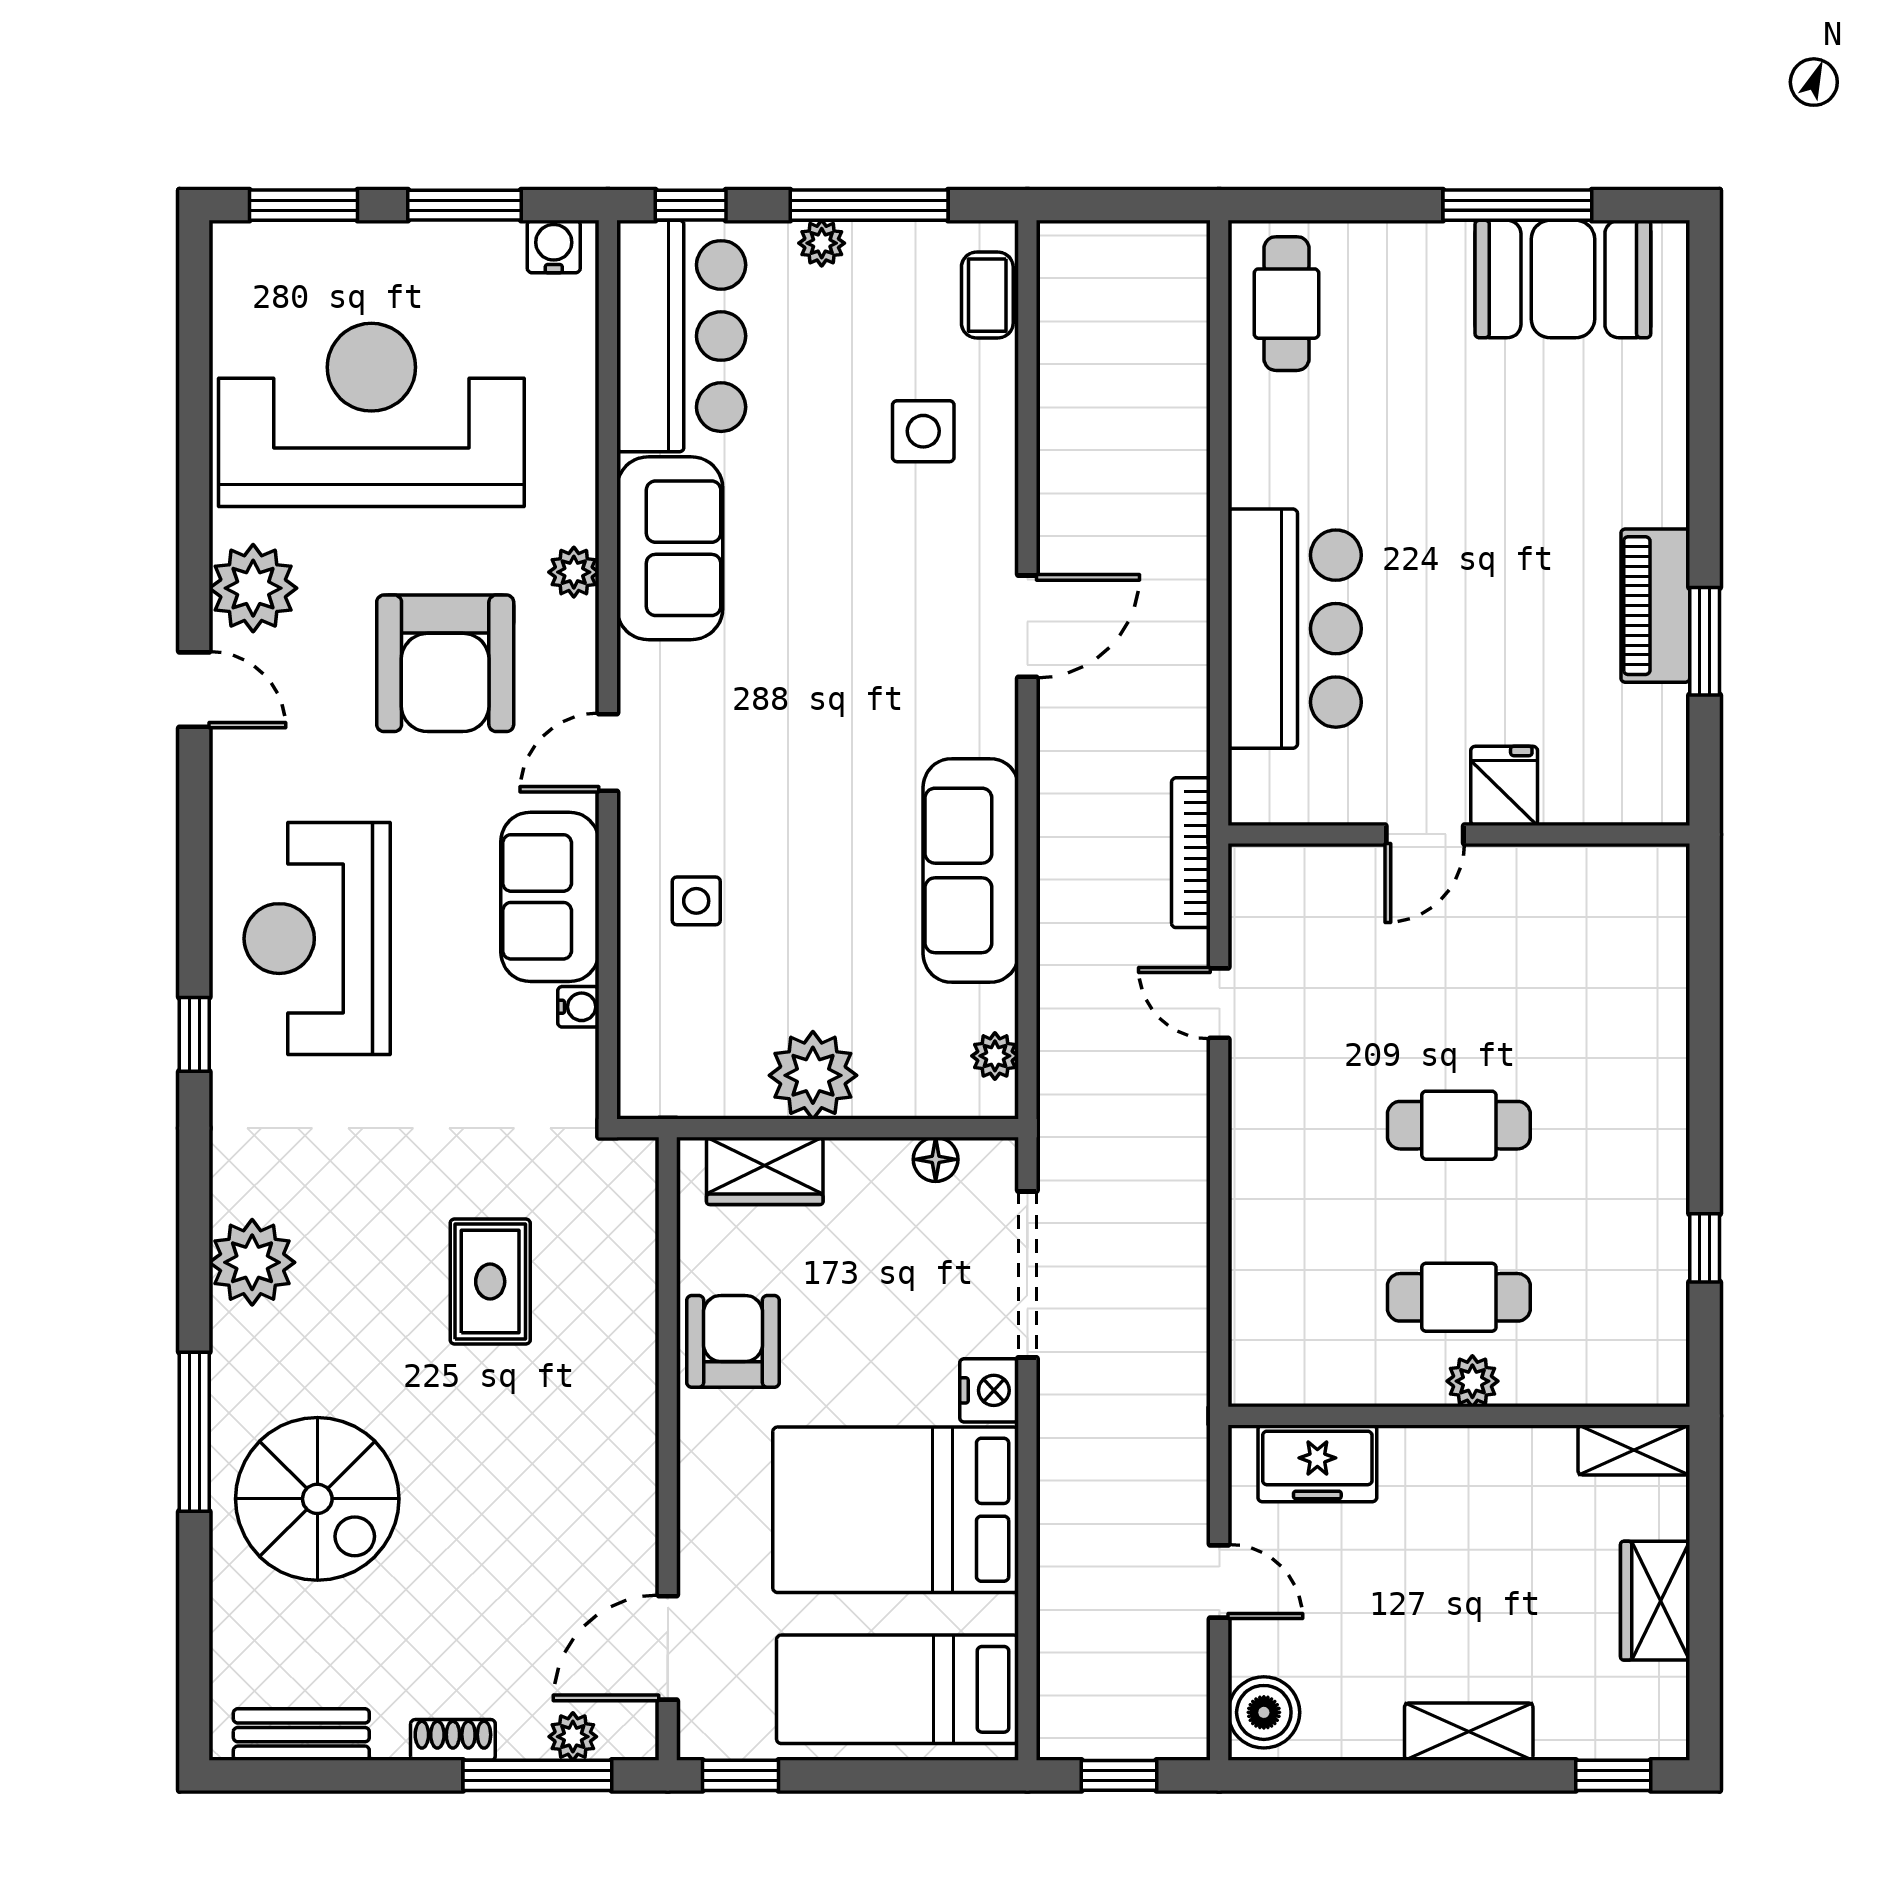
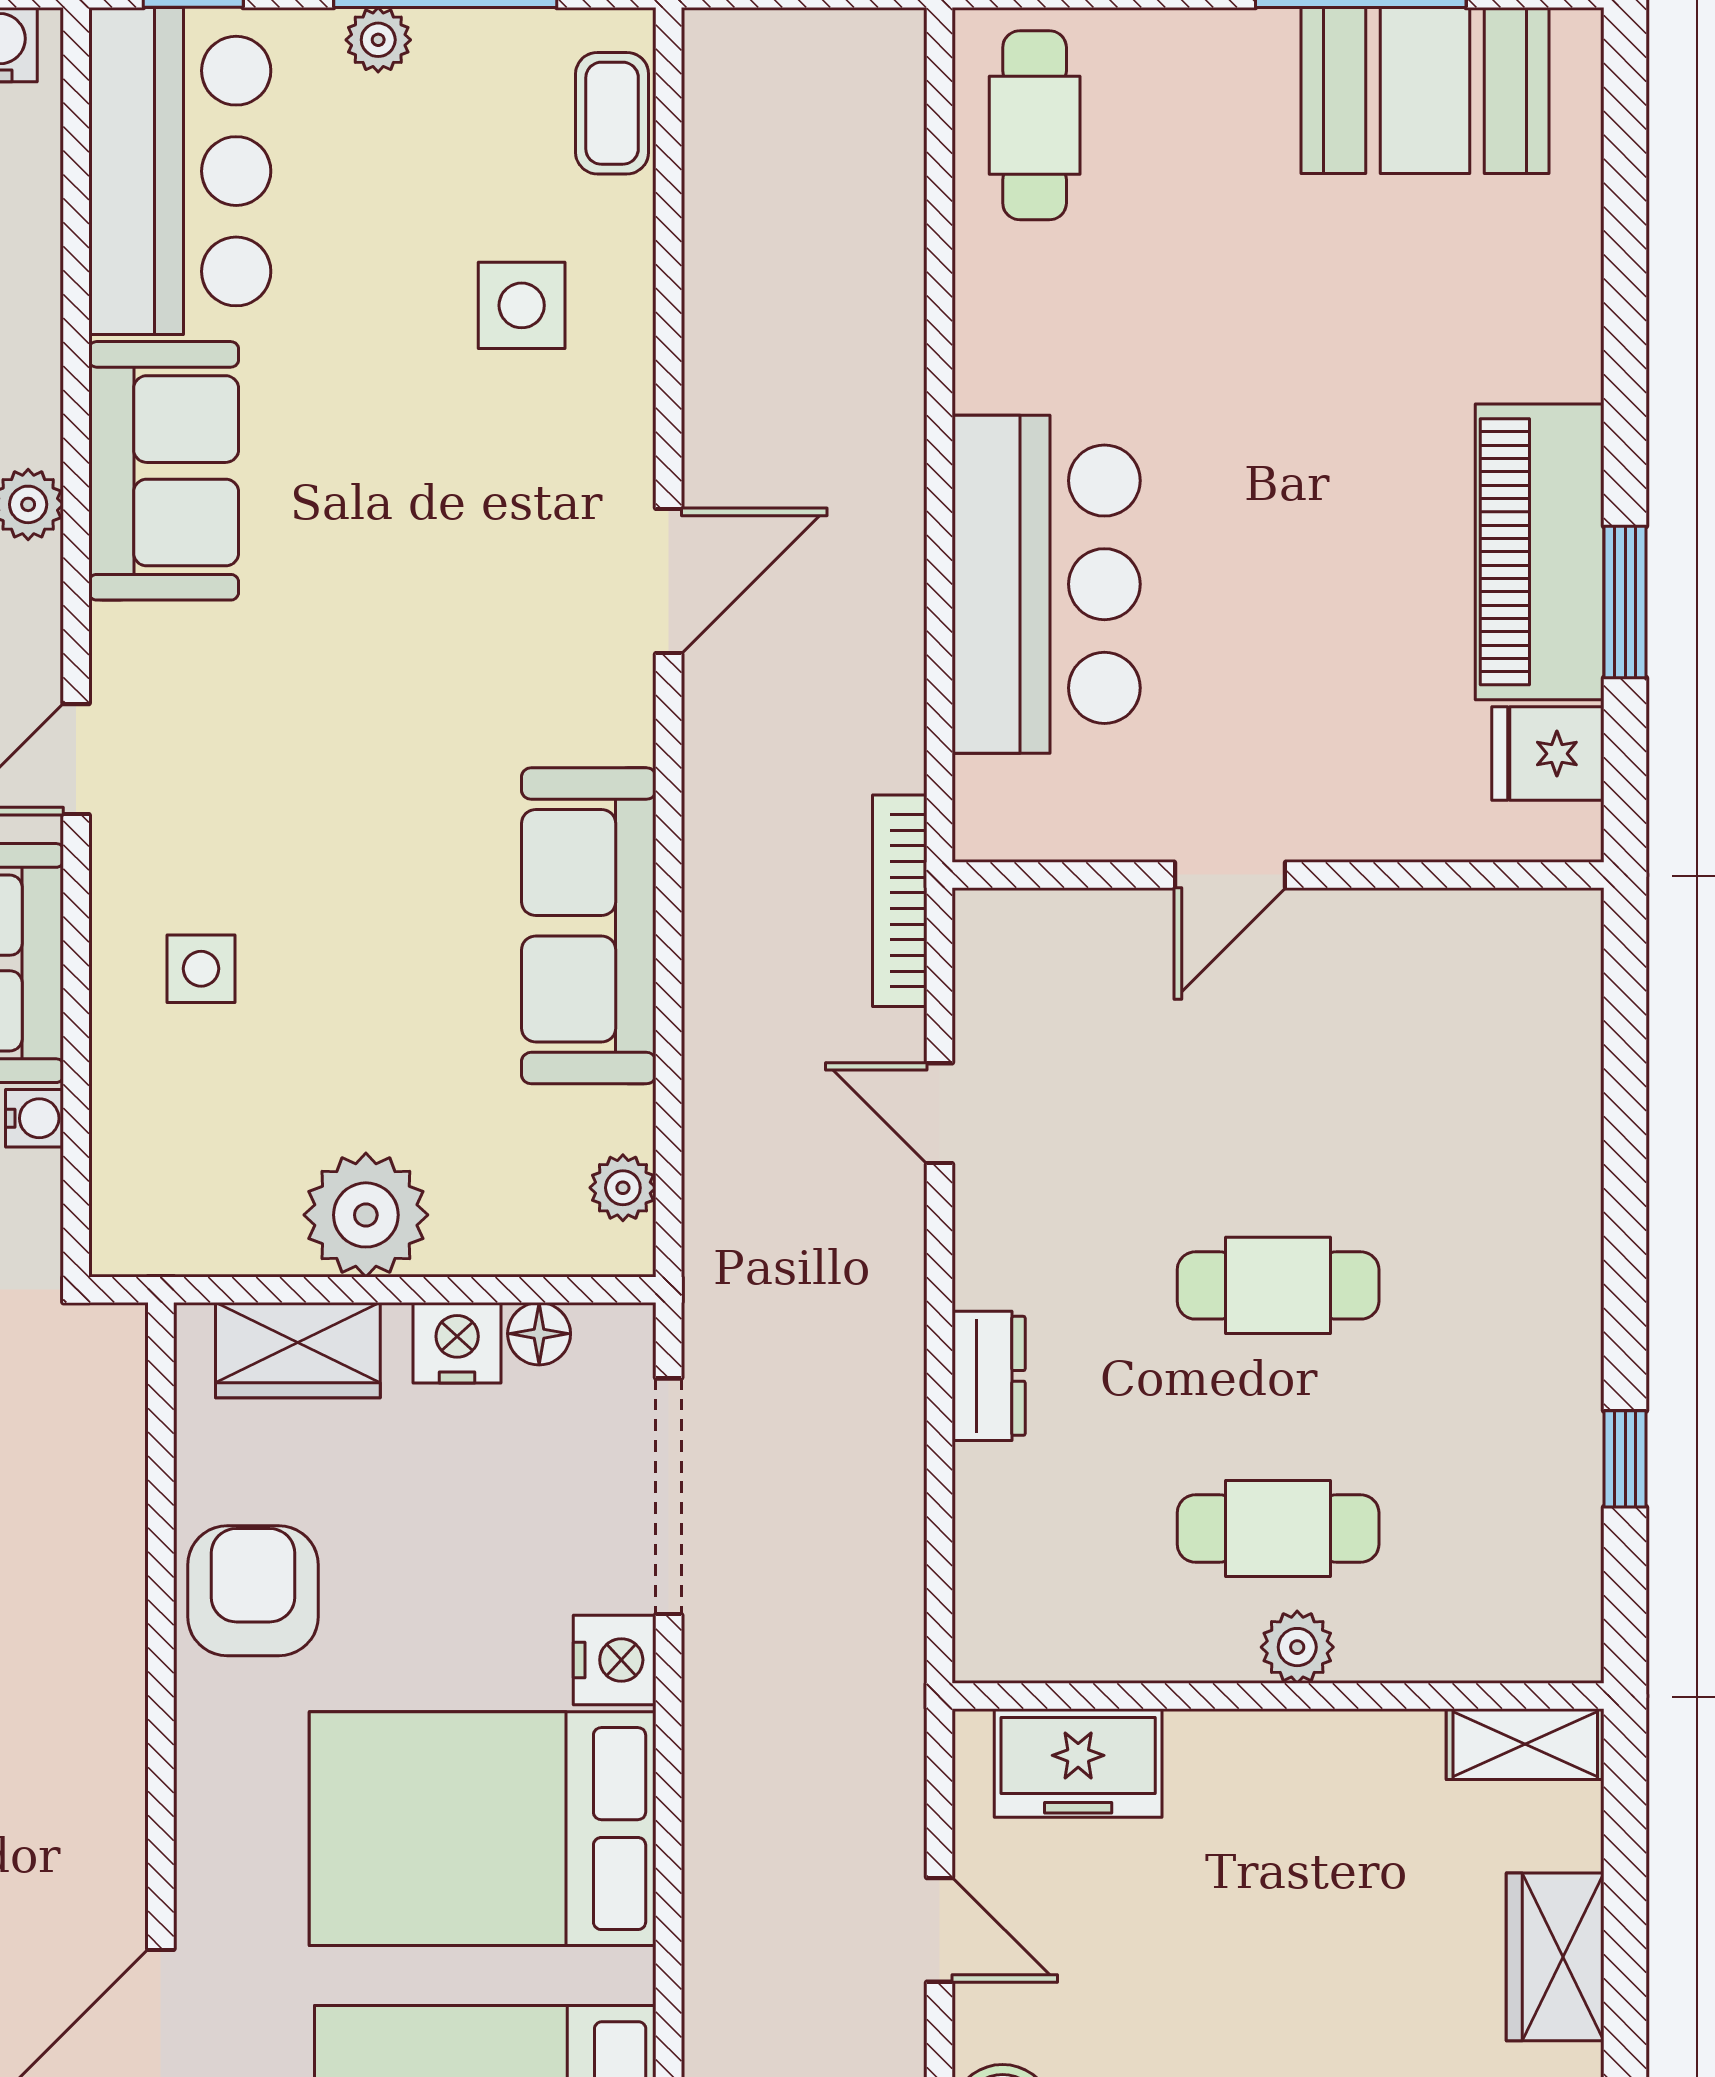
piano: (1655, 606) -> (1540, 552), width x1.37, depth x1.33
fridge: (1504, 786) -> (1548, 754), moved, turned -90
nightstand: (878, 1166) -> (457, 1343), added
dresser: (1254, 1189) -> (989, 1376), added

